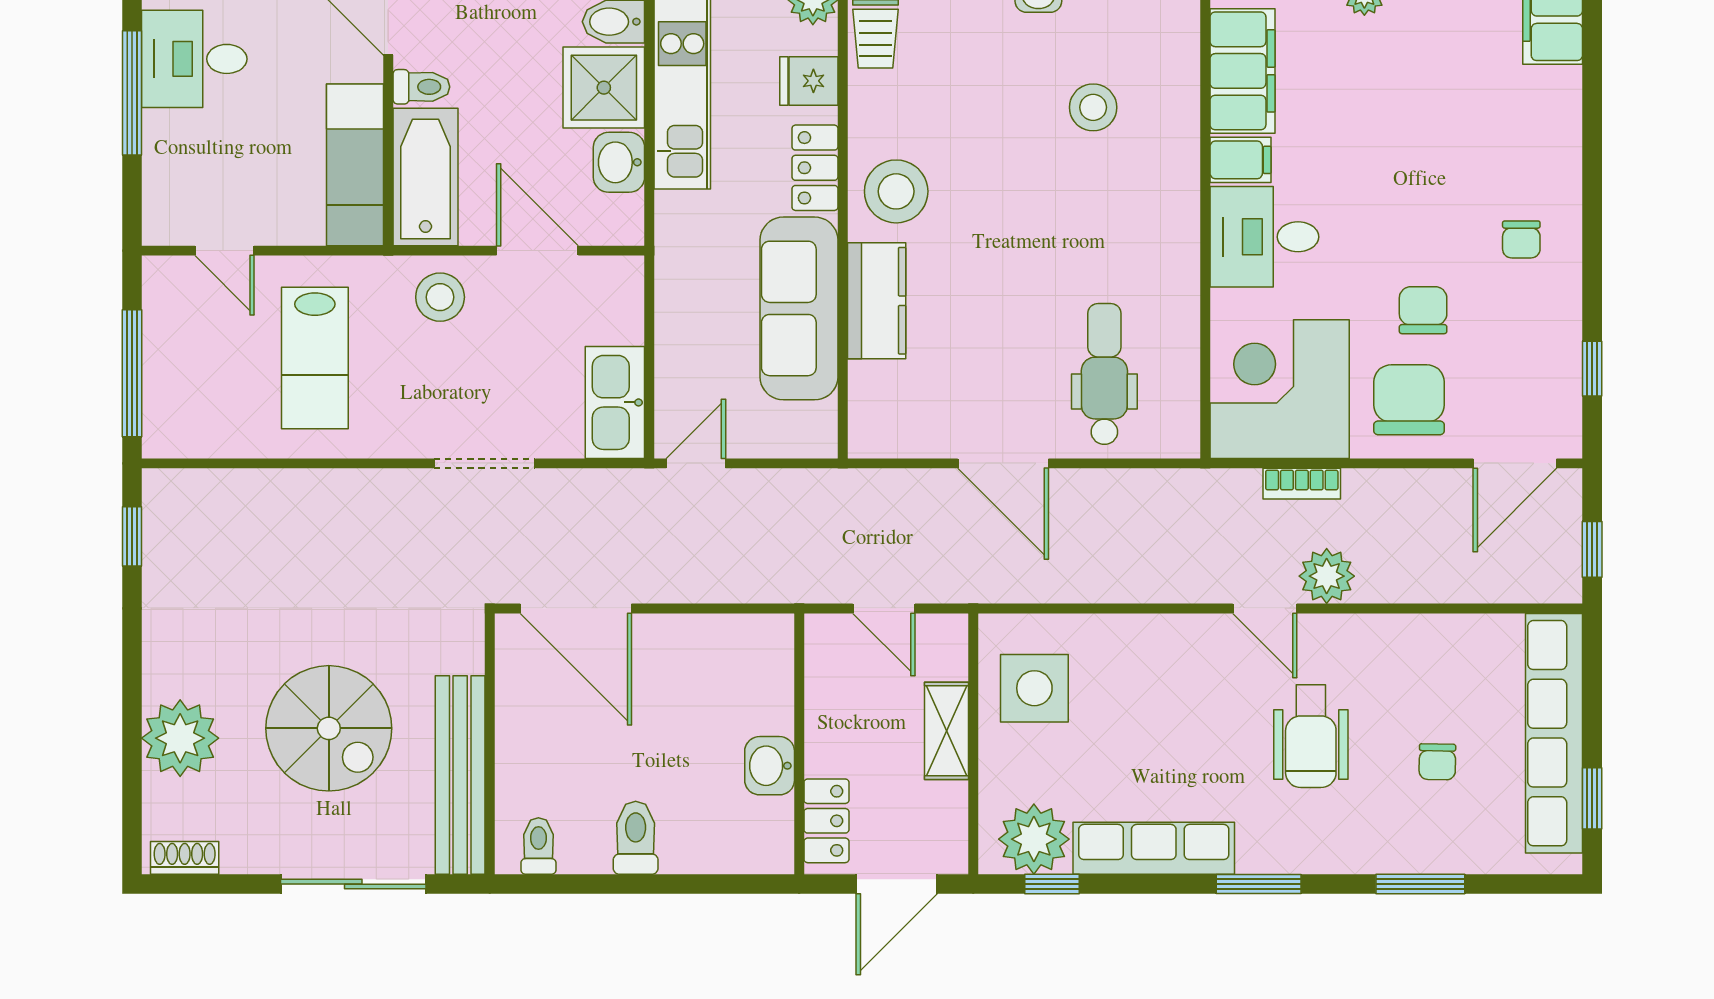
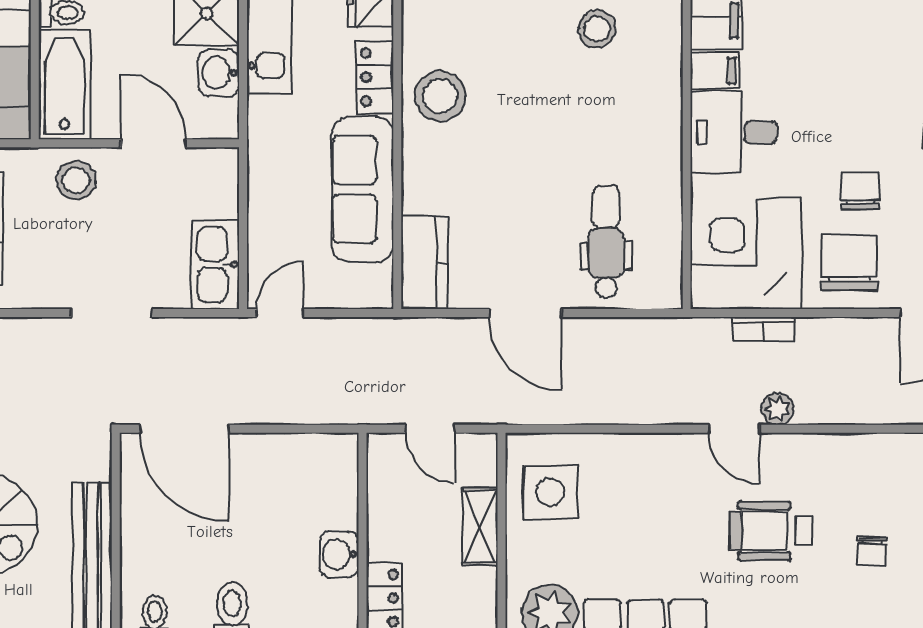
kitchen counter: (877, 301) -> (424, 263), moved
plant: (1327, 576) -> (777, 409), width x0.73, depth x0.73
wheelchair: (1311, 736) -> (771, 531), turned 90

